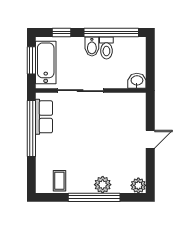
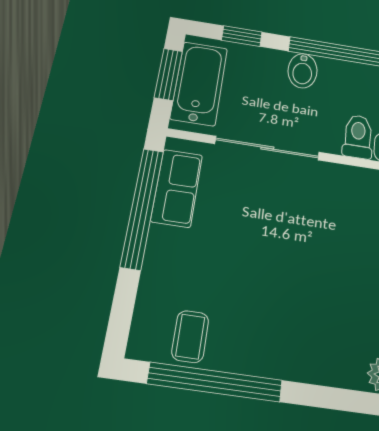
toilet: (106, 48) -> (358, 137), moved, turned 180
plant: (103, 185) -> (298, 361), removed
window: (94, 197) -> (215, 382), moved

